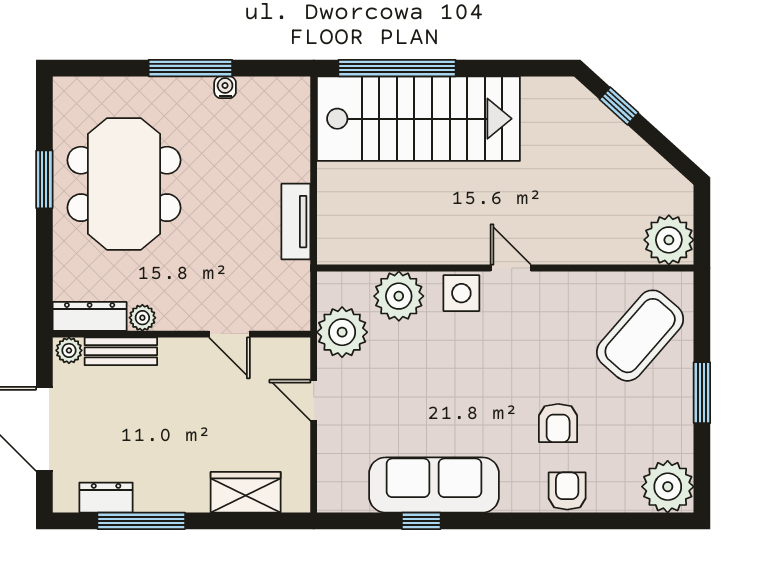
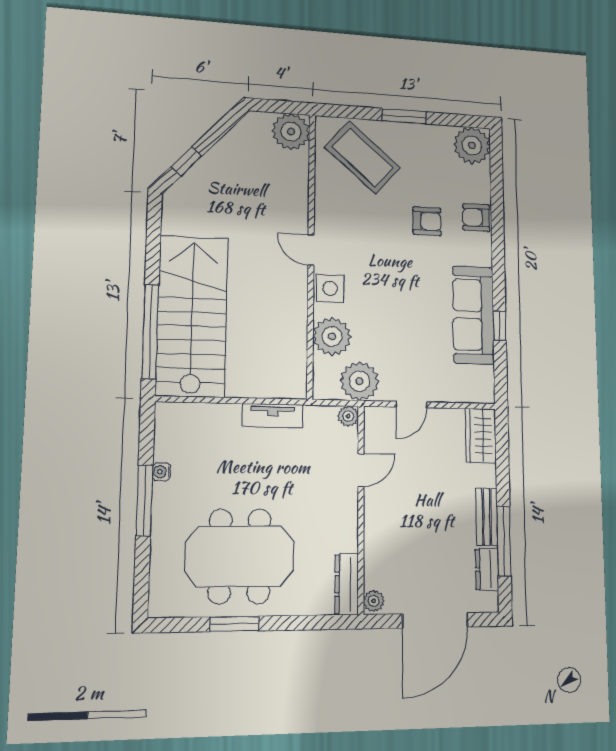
door: (511, 268) -> (311, 250), hinge flipped
plant: (142, 318) -> (348, 416), moved
bench: (121, 351) -> (487, 517), moved
wardrobe: (246, 492) -> (481, 436), moved

